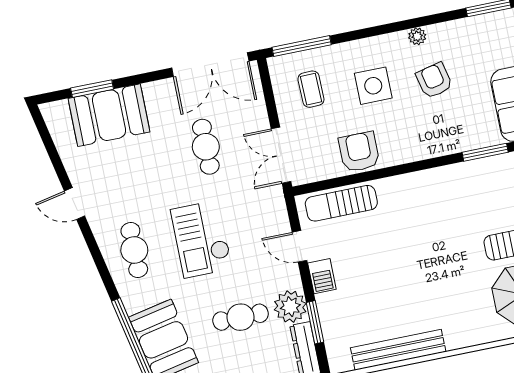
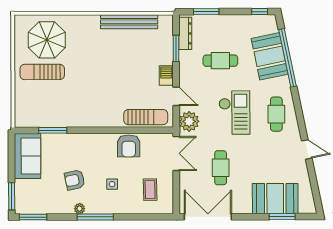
window: (302, 46) -> (95, 217), moved
armchair: (434, 80) -> (75, 180), turned 91
side table: (373, 86) -> (112, 184), width x0.54, depth x0.54
plant: (290, 307) -> (189, 121), moved

